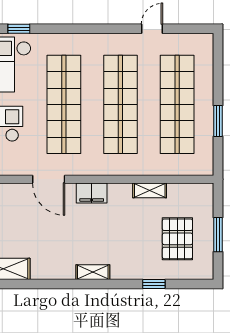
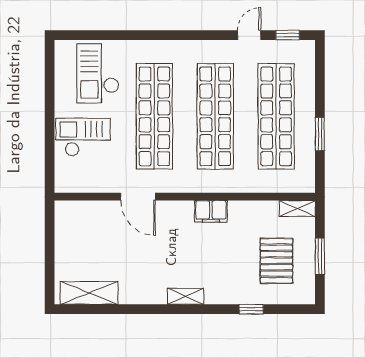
window: (19, 29) -> (288, 35), moved
shelving: (150, 190) -> (297, 209), moved
filing cabinet: (92, 193) -> (211, 211), moved

